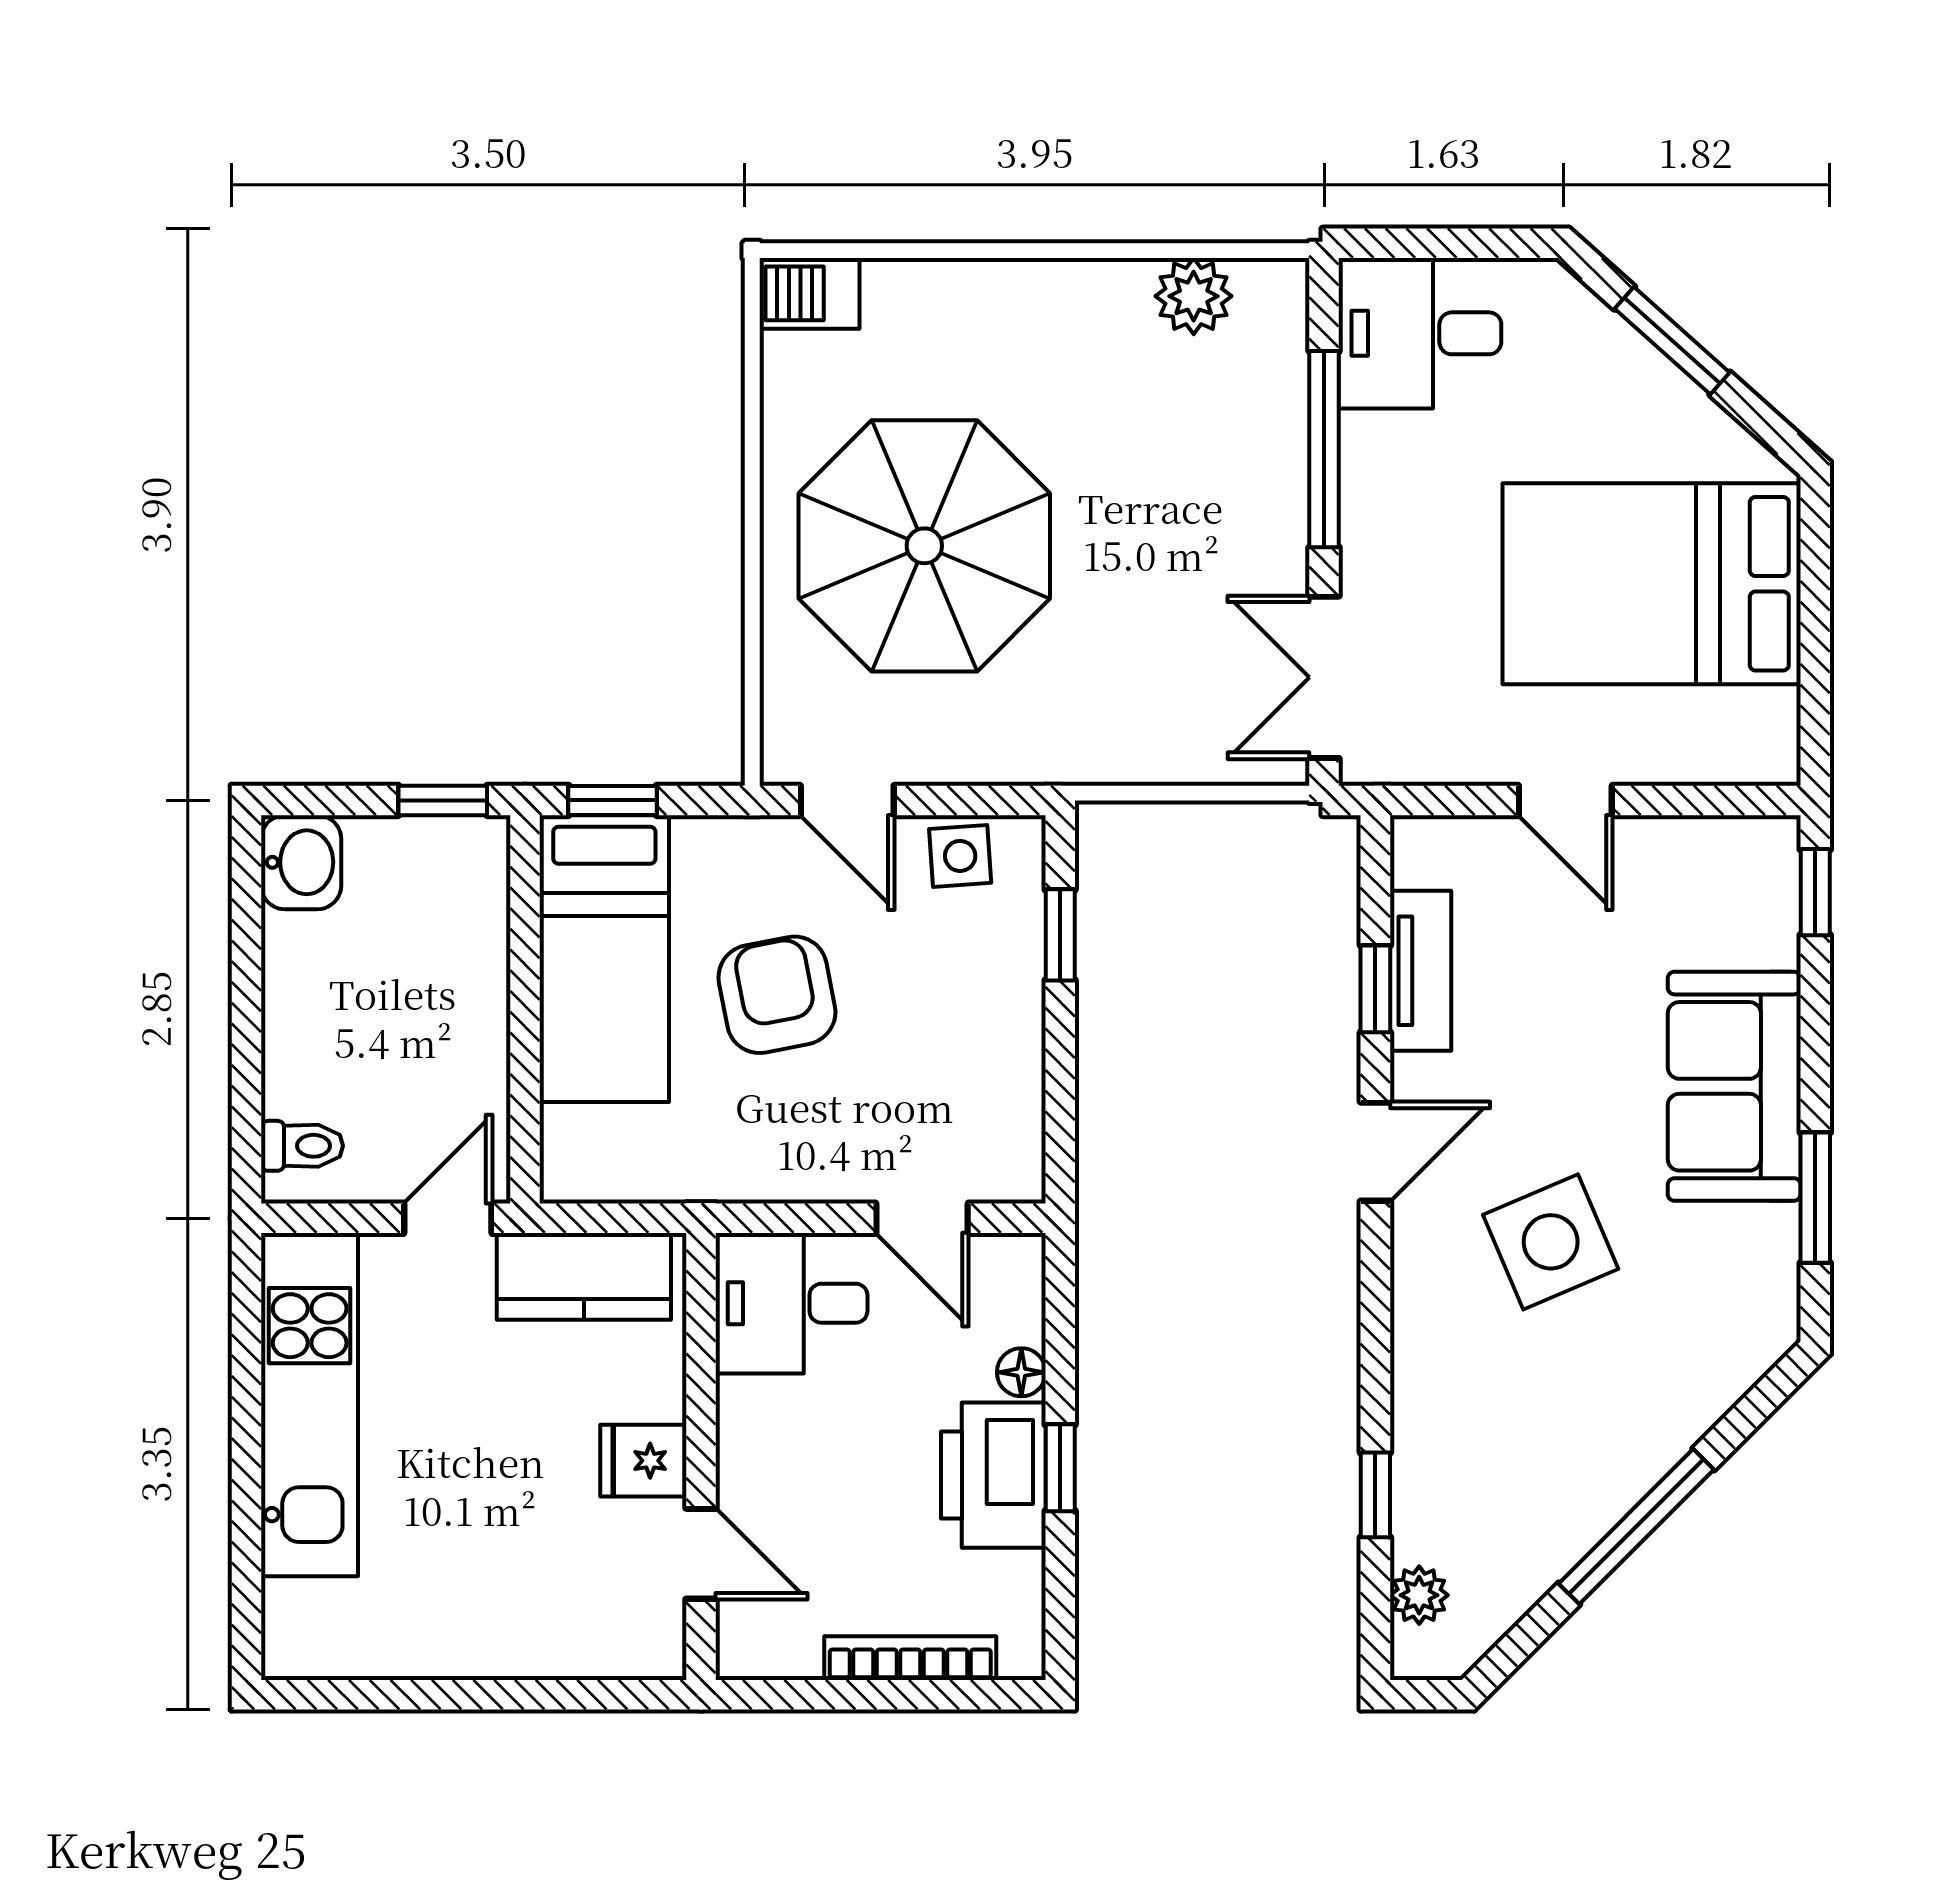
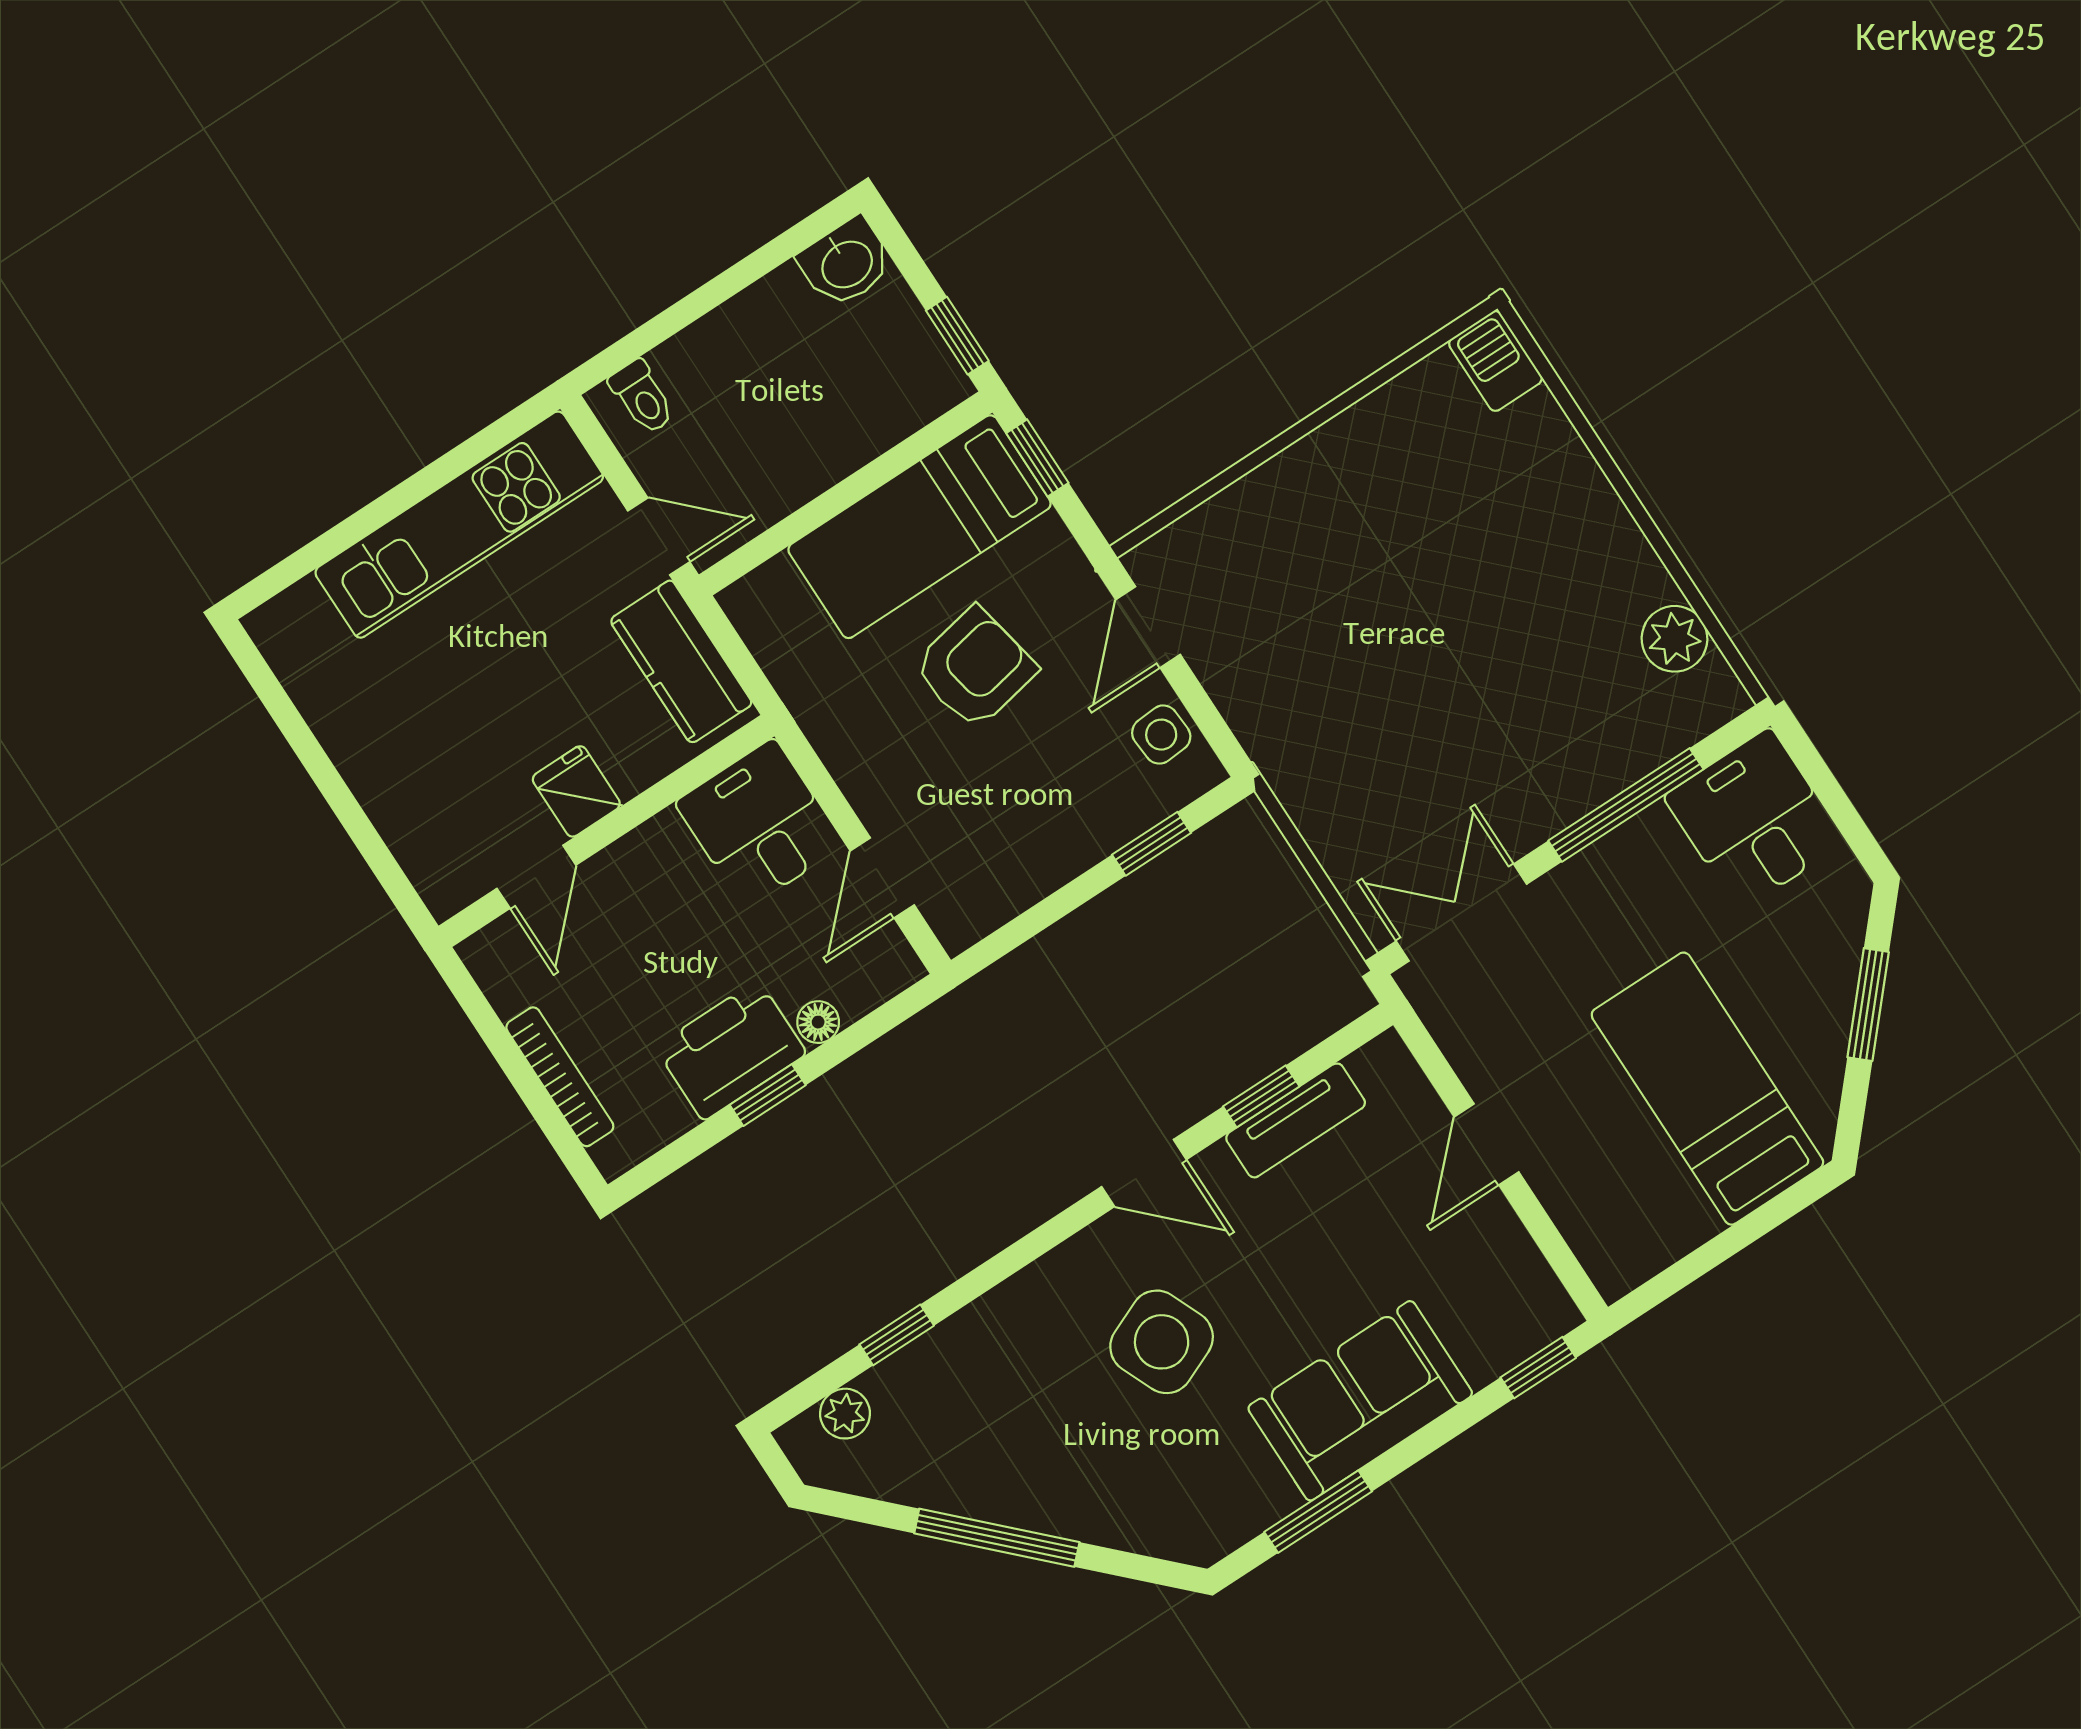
parasol: (924, 546) -> (1368, 563), removed
bed: (1652, 584) -> (1707, 1089), width x0.67

